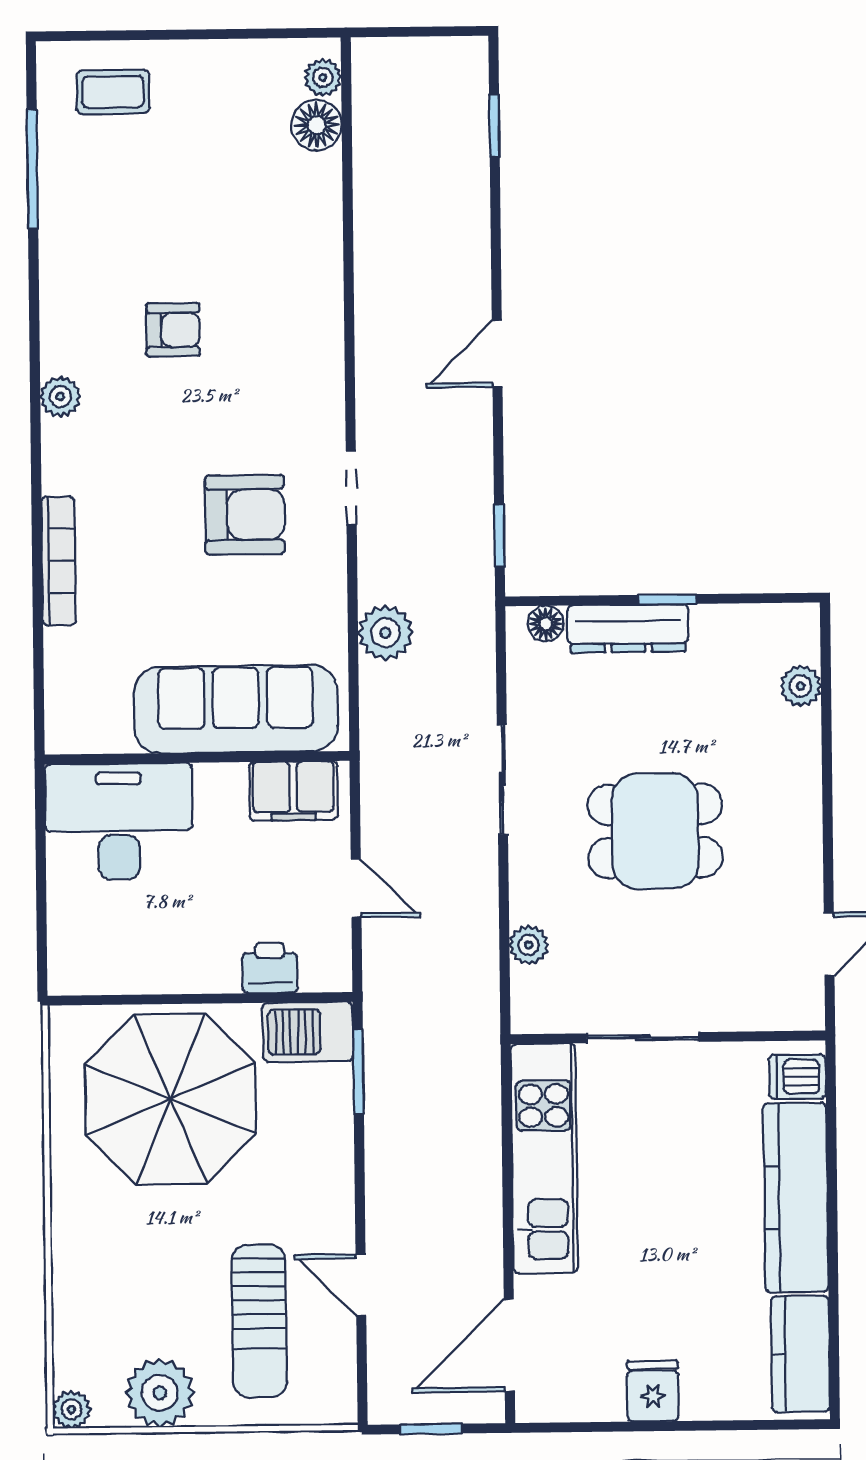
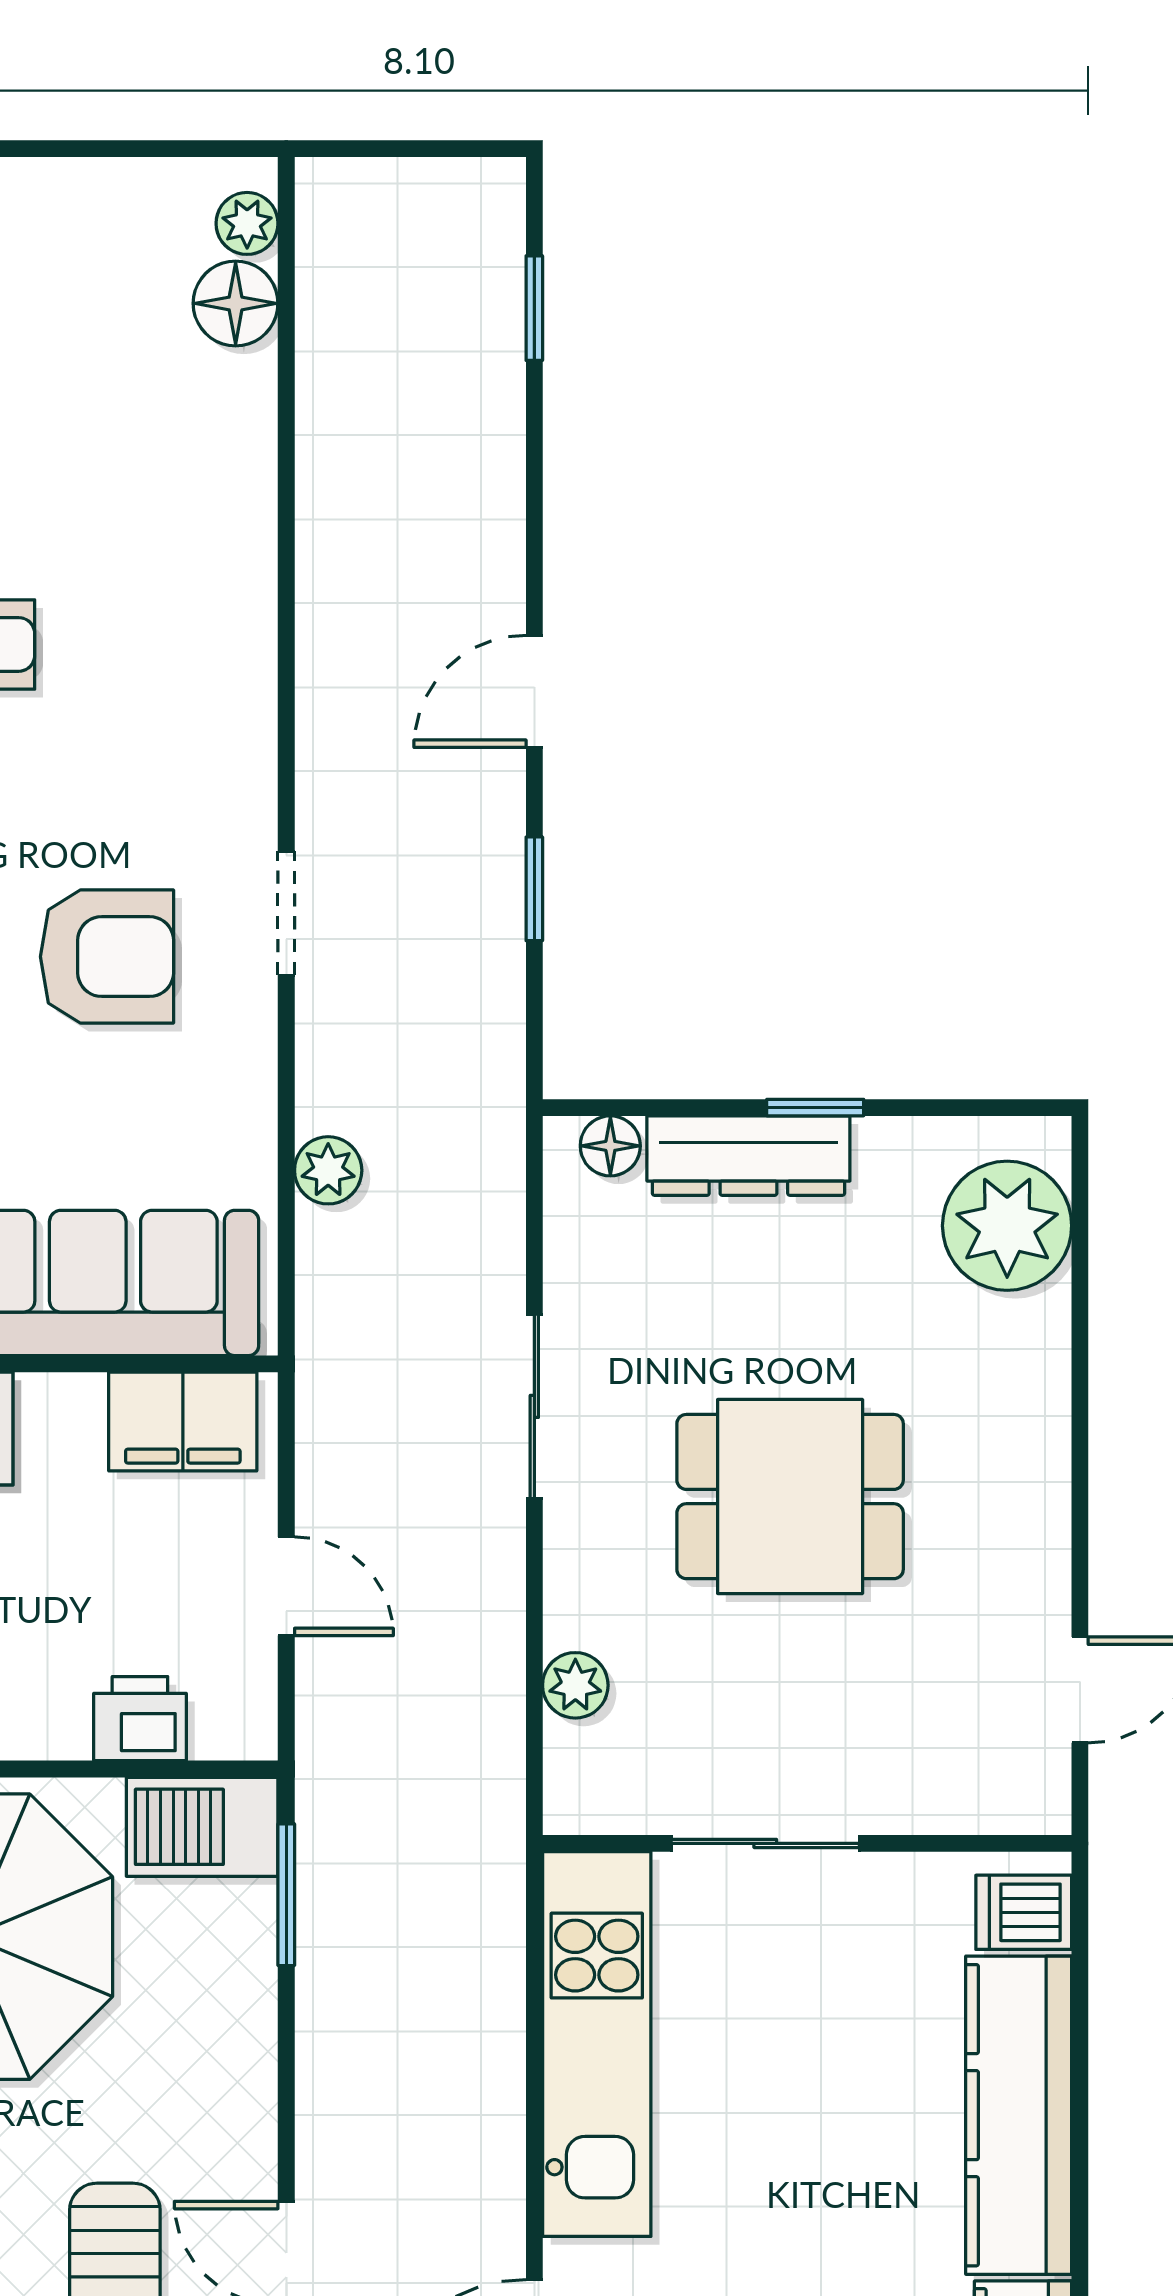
window: (499, 535) -> (534, 889), moved
plant: (385, 633) -> (328, 1170), width x0.73, depth x0.73
plant: (801, 686) -> (1007, 1226), width x1.88, depth x1.88

